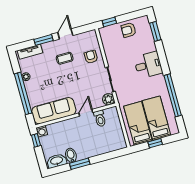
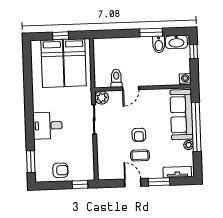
door: (65, 34) -> (133, 183), swing flipped
armchair: (91, 57) -> (139, 135), moved
window: (173, 95) -> (28, 85), removed
sofa: (54, 111) -> (181, 115), moved, turned 90
window: (36, 140) -> (194, 51), moved

